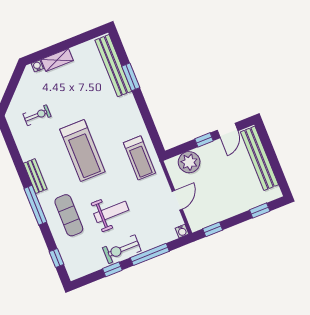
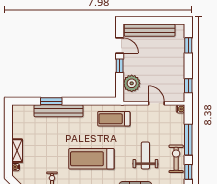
bench: (113, 66) -> (58, 111), moved
treadmill: (82, 150) -> (91, 159), turned 180
treadmill: (139, 158) -> (114, 119), turned 180
exercise bike: (122, 249) -> (176, 159), turned 180

